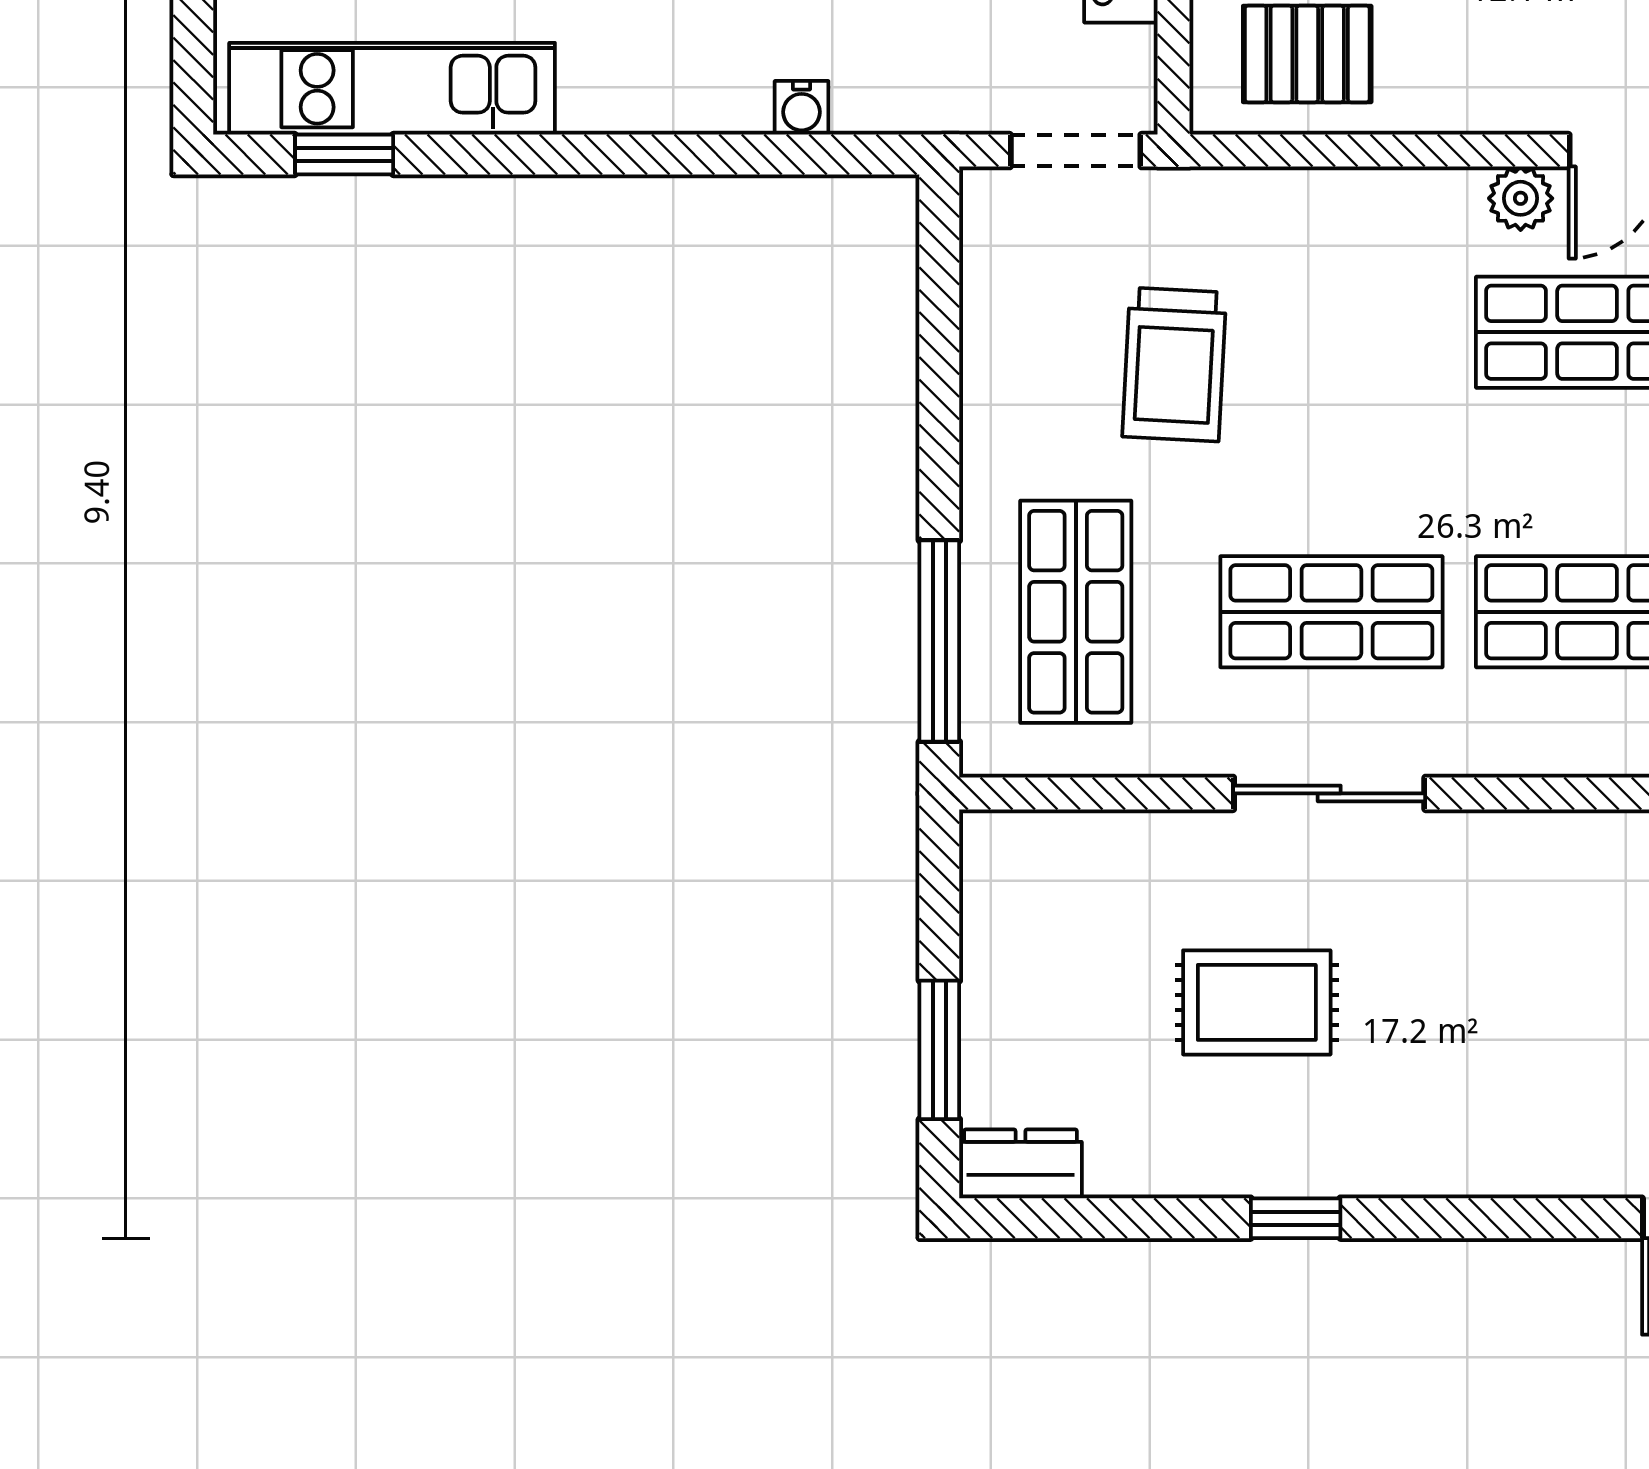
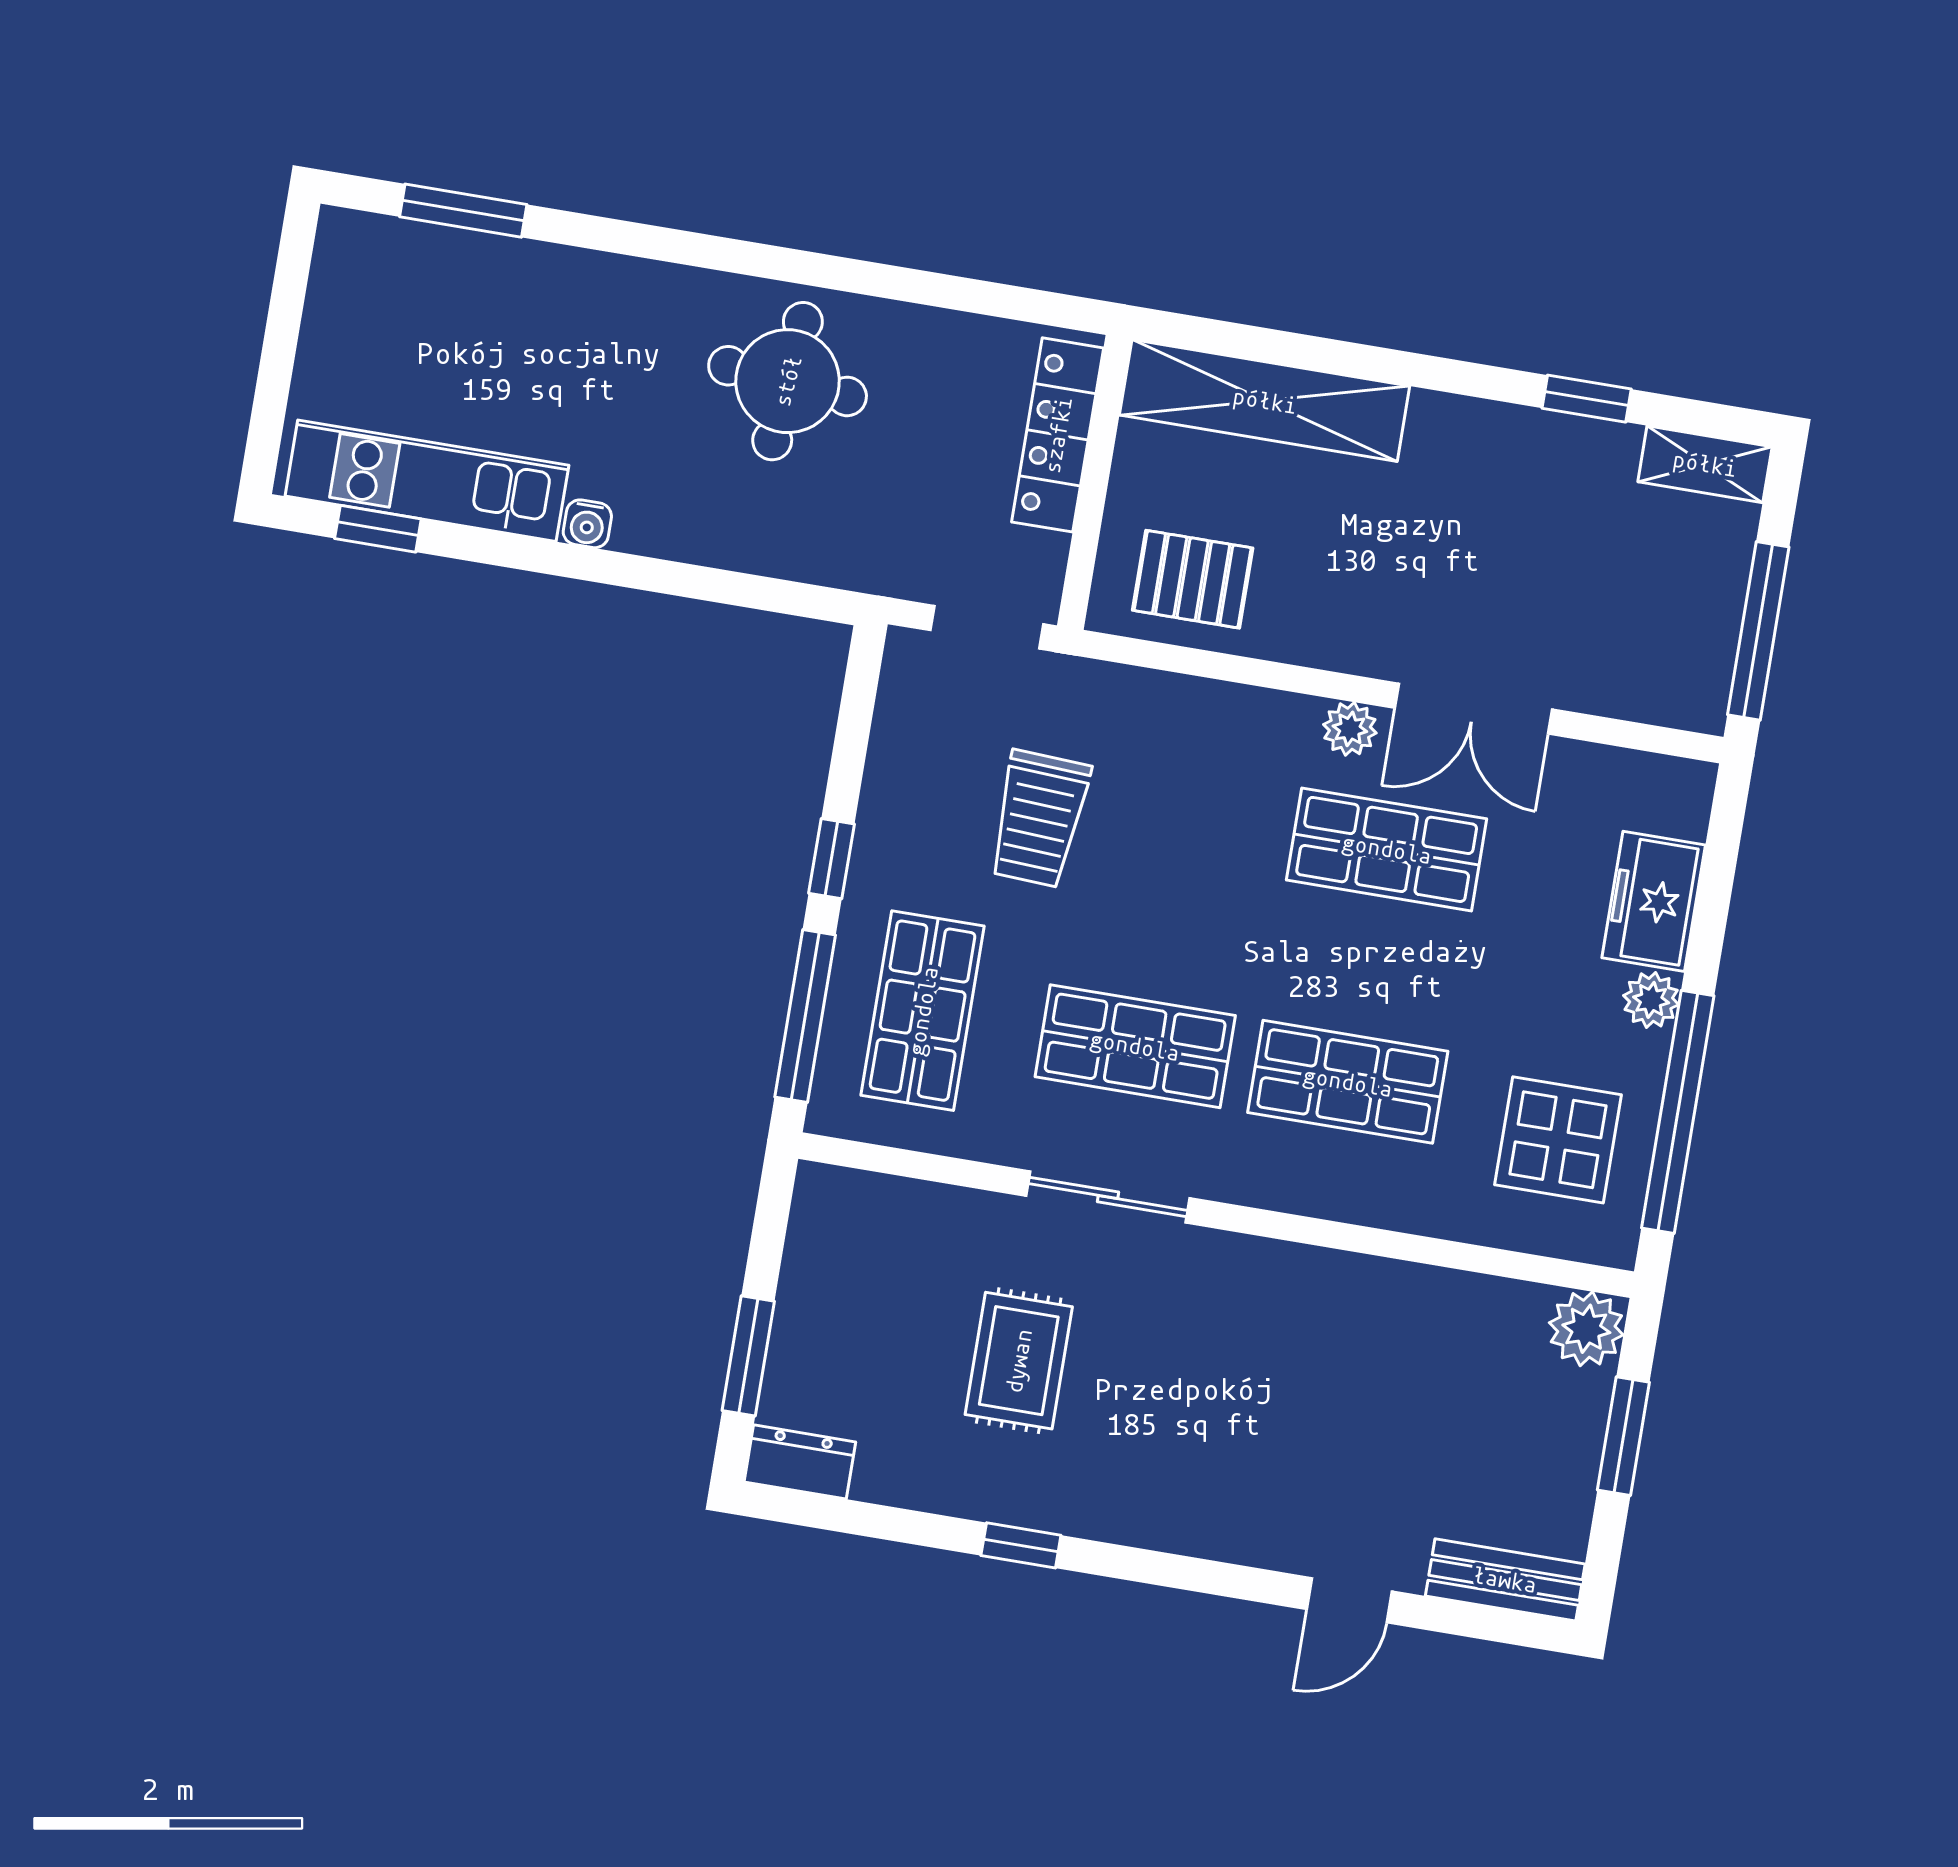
water cooler: (802, 108) -> (587, 524), moved
window: (939, 452) -> (831, 859), added
rug: (1257, 1002) -> (1019, 1361), turned 90

